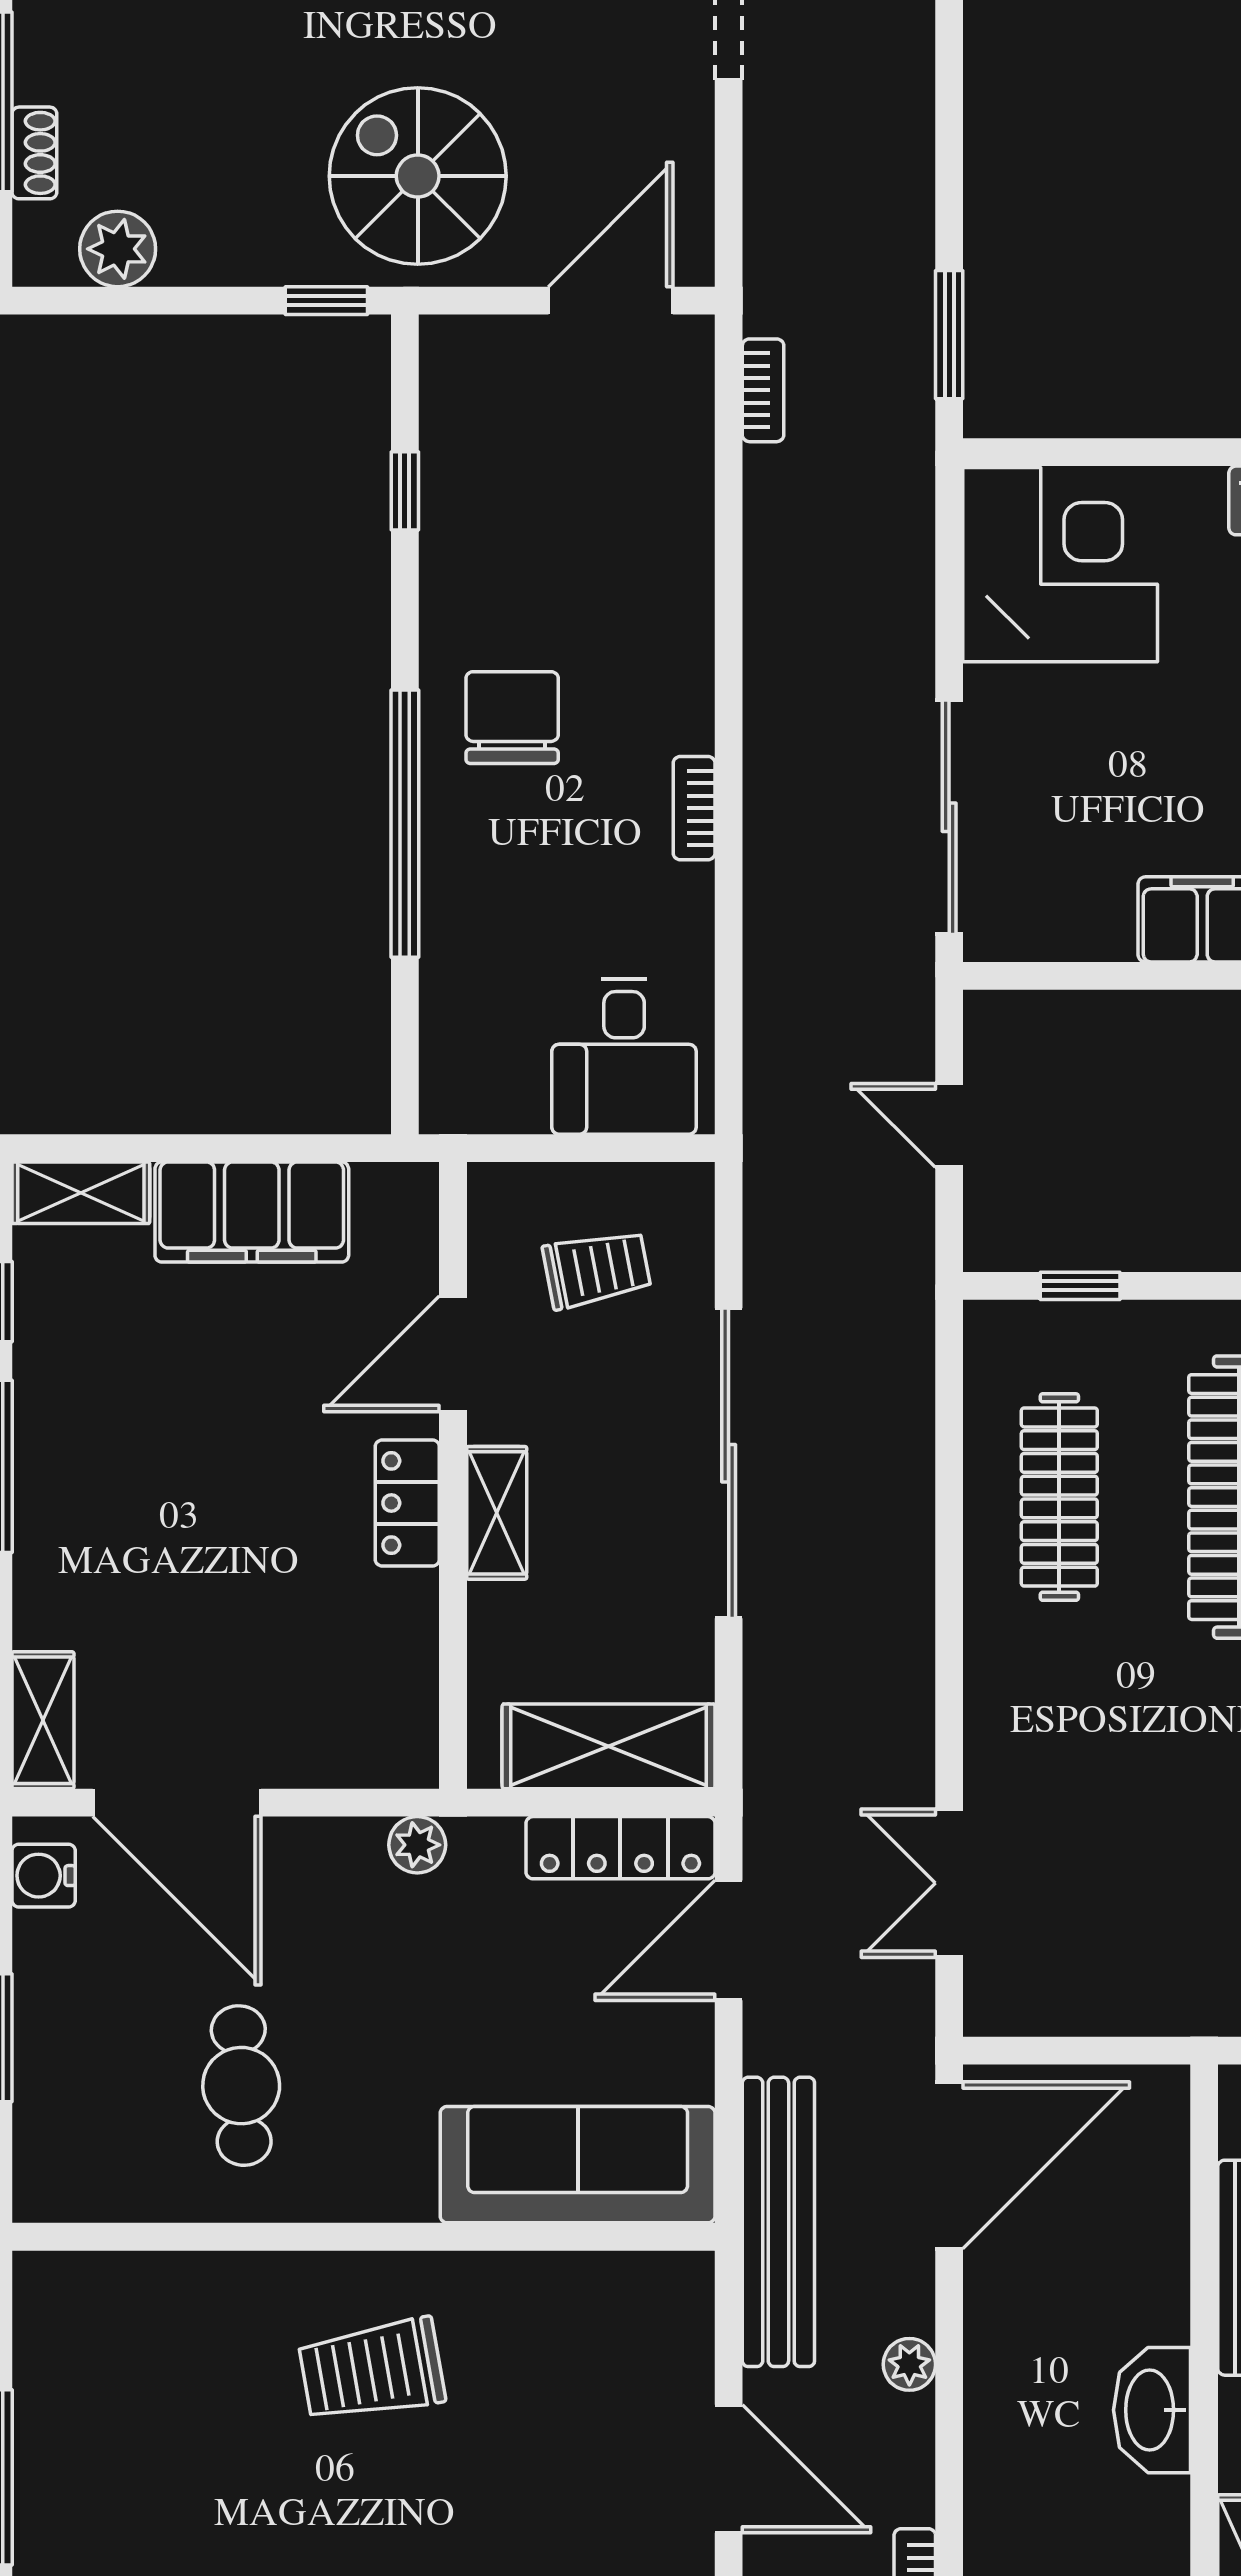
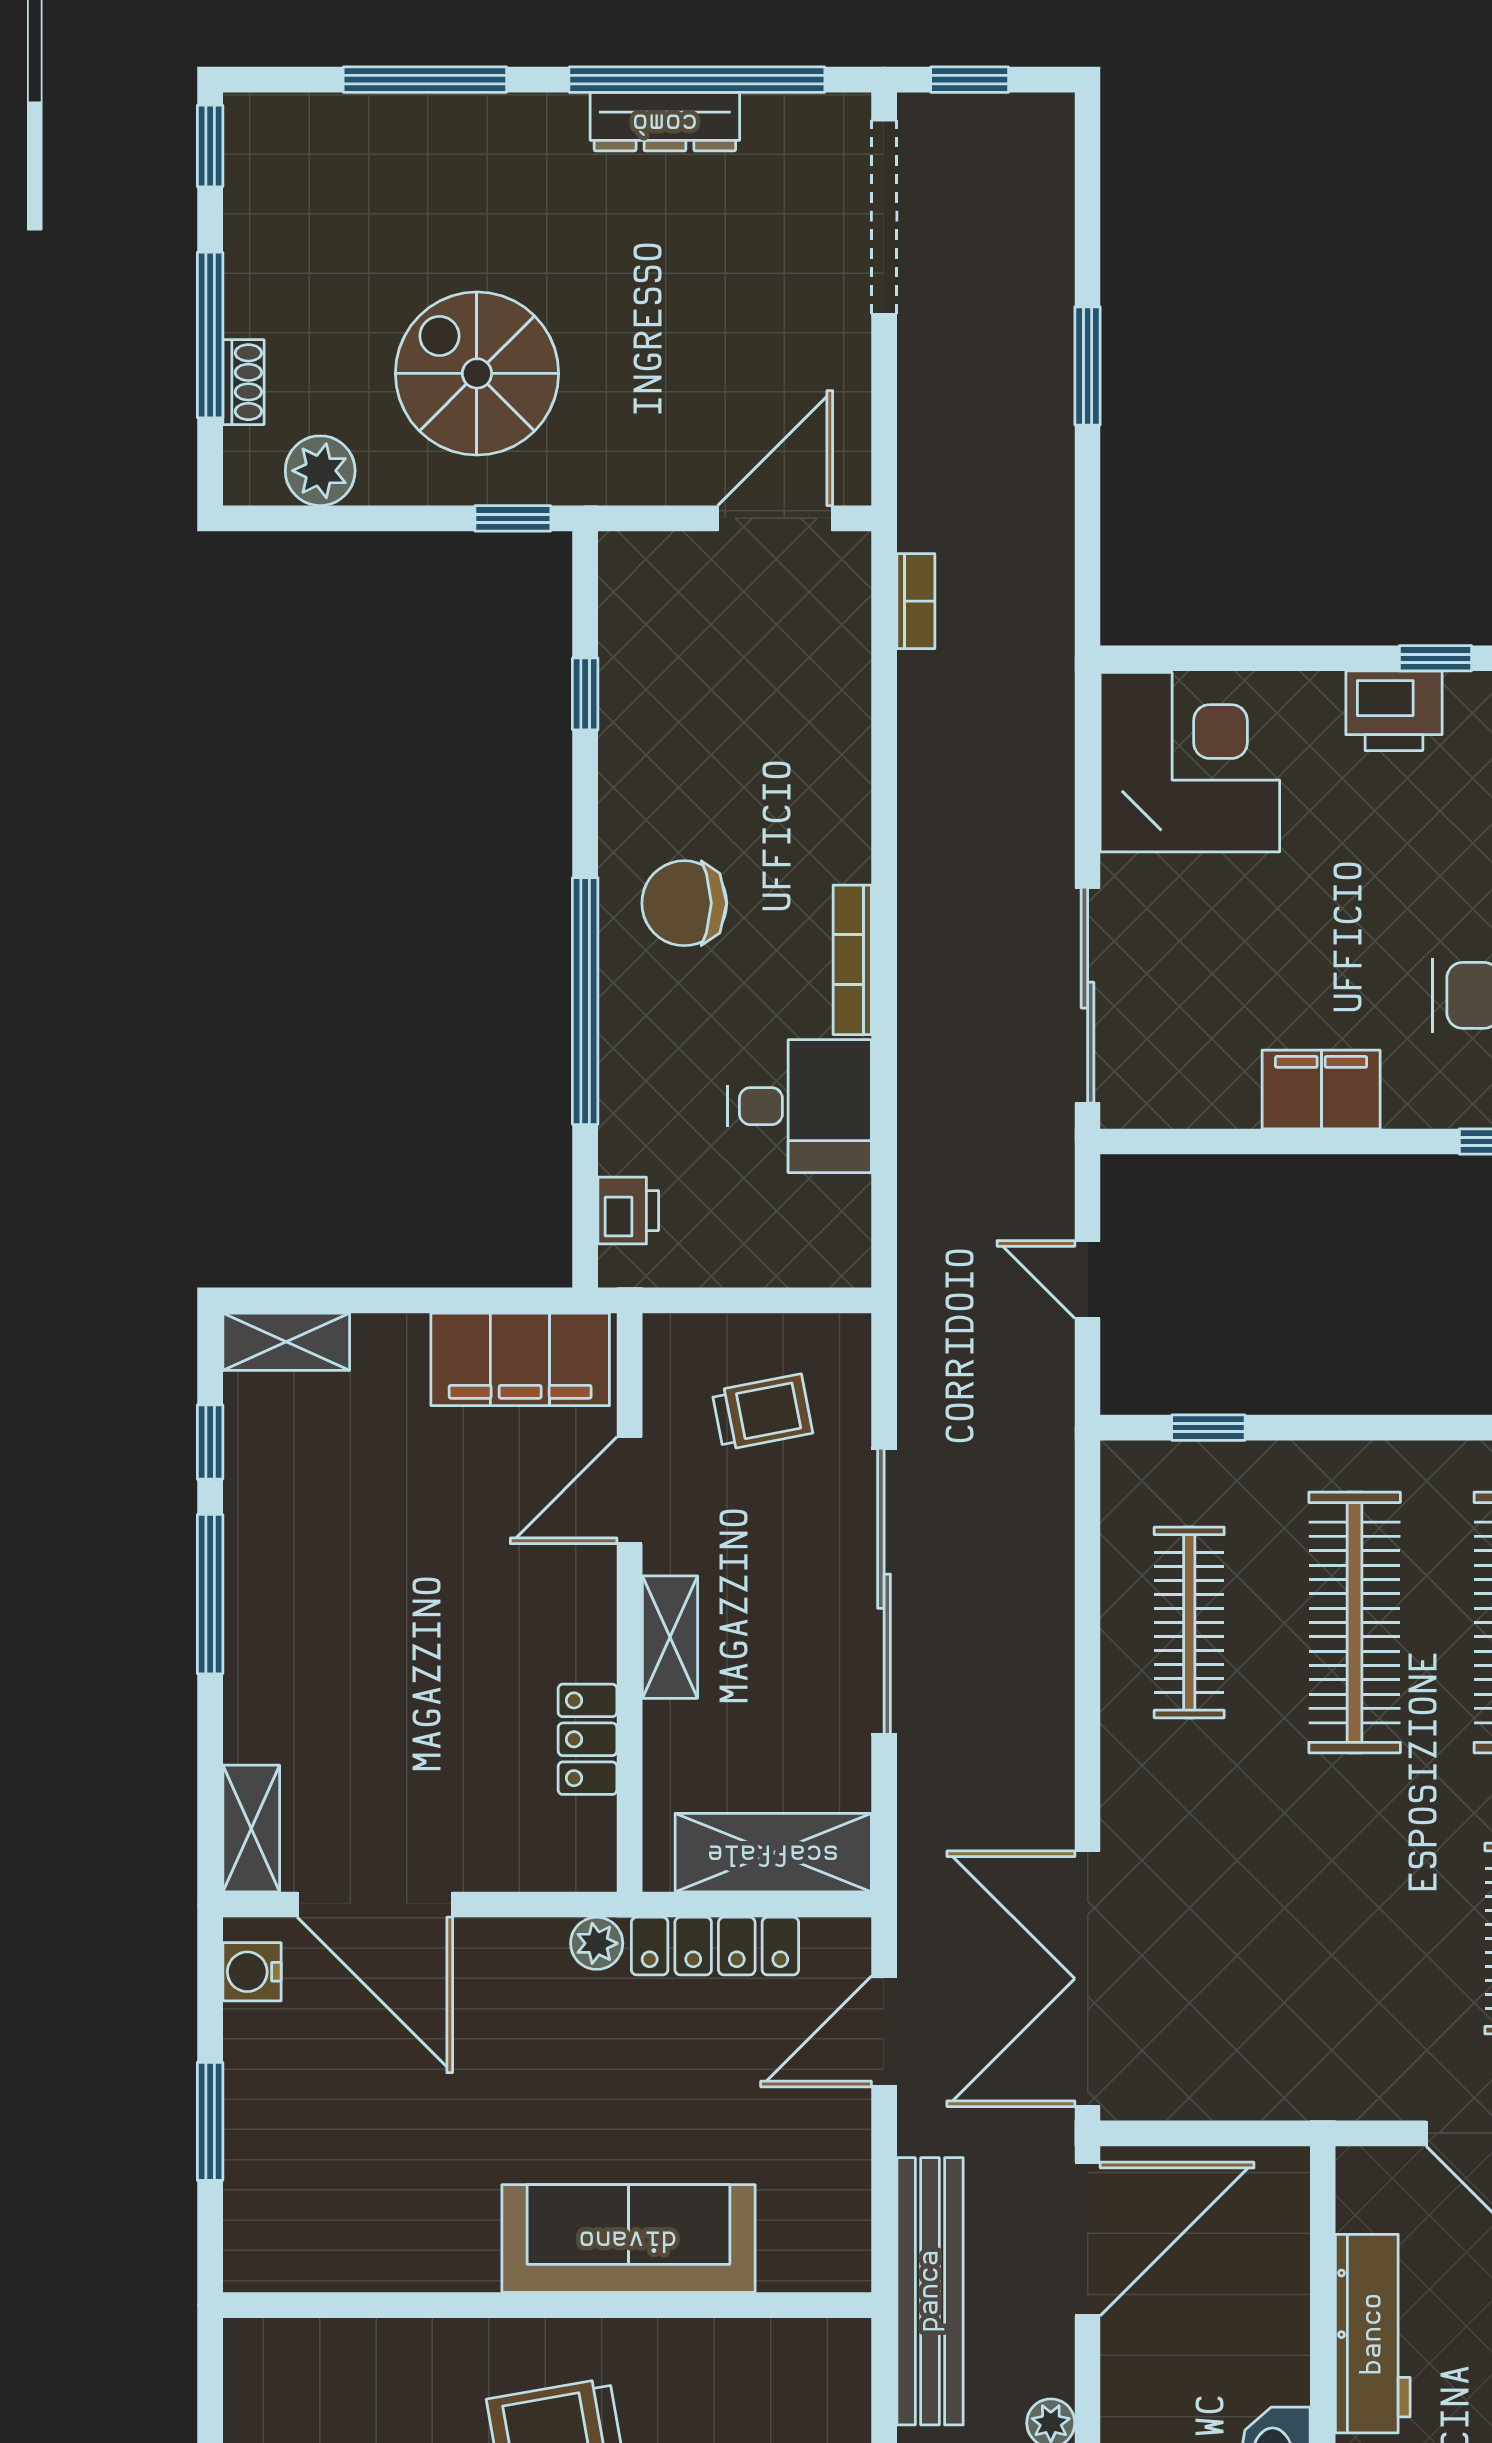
spiral stairs: (418, 176) -> (477, 373), moved
window: (949, 335) -> (1088, 366), moved
chair: (512, 718) -> (684, 903), turned -90
bookcase: (694, 808) -> (852, 960), width x1.56
printer: (451, 1051) -> (628, 1211), added
desk: (624, 1057) -> (800, 1106), moved, turned -90
filing cabinet: (252, 1212) -> (520, 1359), moved
locker: (407, 1503) -> (588, 1739), moved
locker: (620, 1848) -> (715, 1946), moved
double door: (949, 1883) -> (1088, 1979), width x1.87
cafe table: (241, 2086) -> (434, 2166), removed
sofa: (578, 2165) -> (628, 2239), moved

